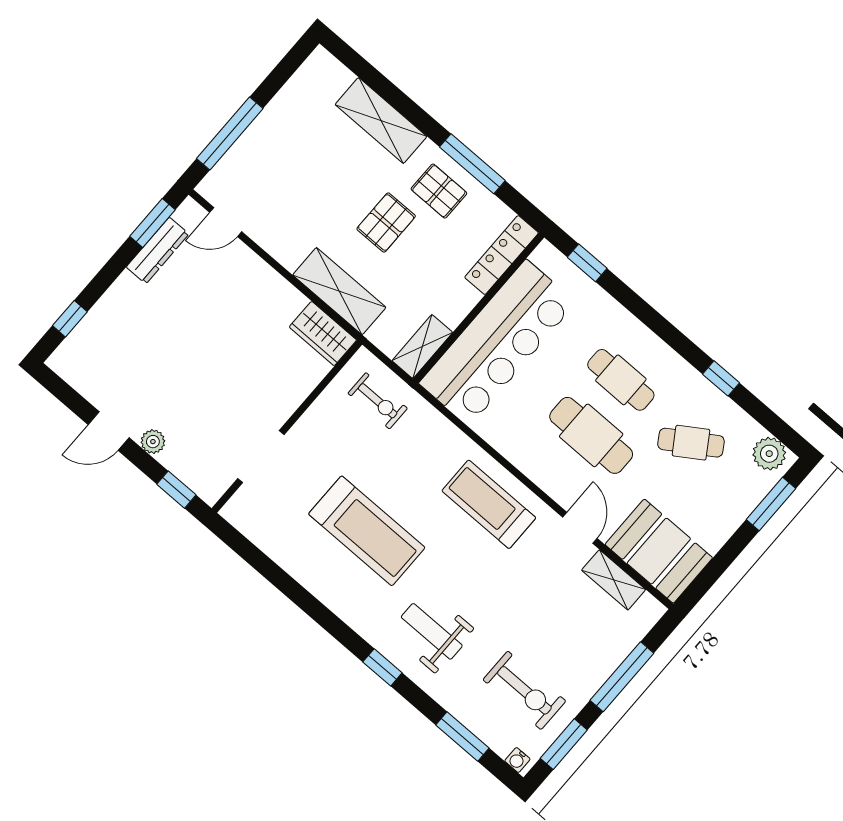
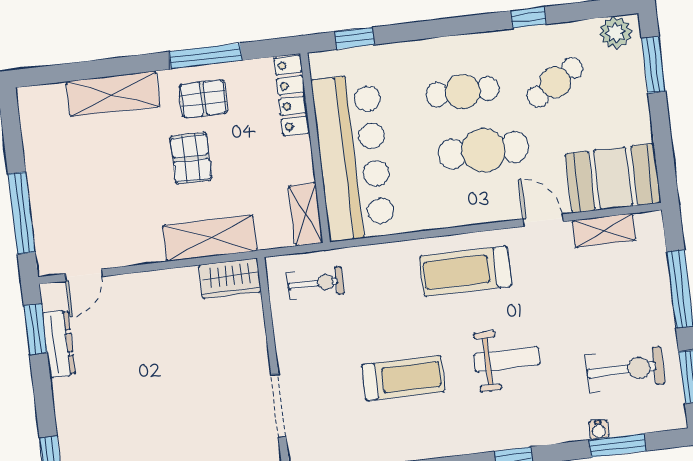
treadmill: (367, 531) -> (403, 378), width x0.73, depth x0.73
weight bench: (432, 631) -> (507, 359), moved, turned 180
water cooler: (517, 760) -> (599, 430), moved

